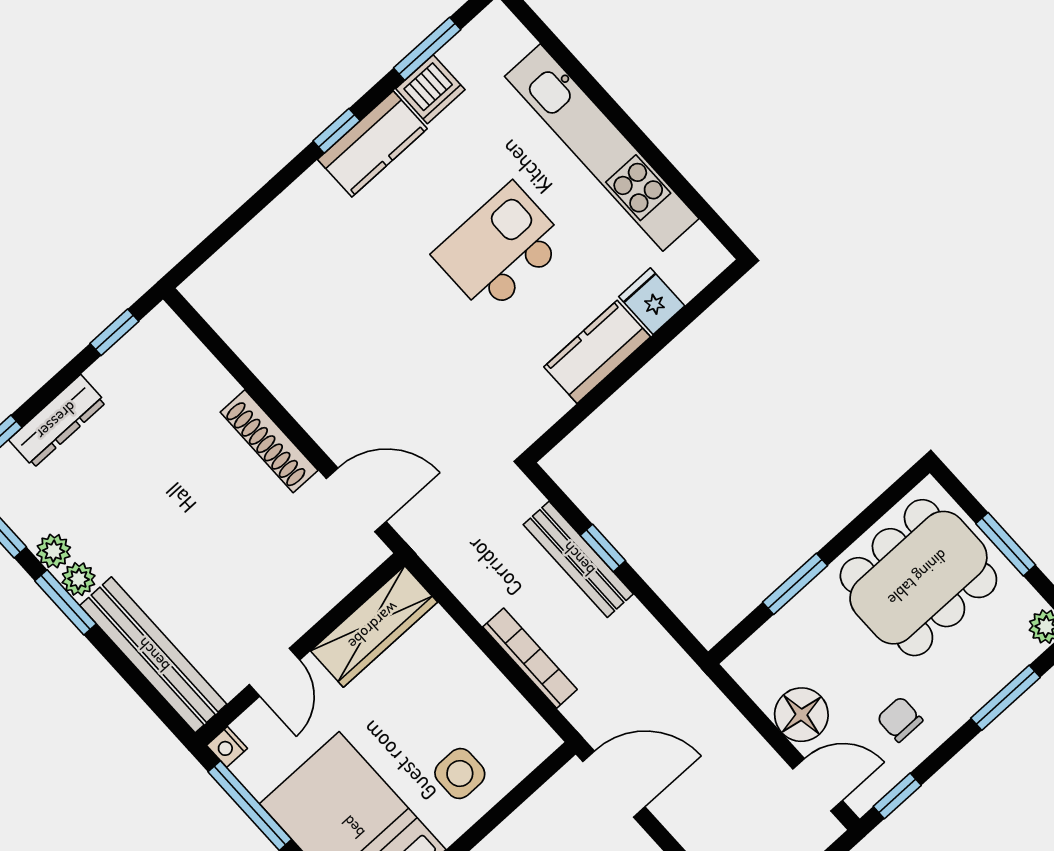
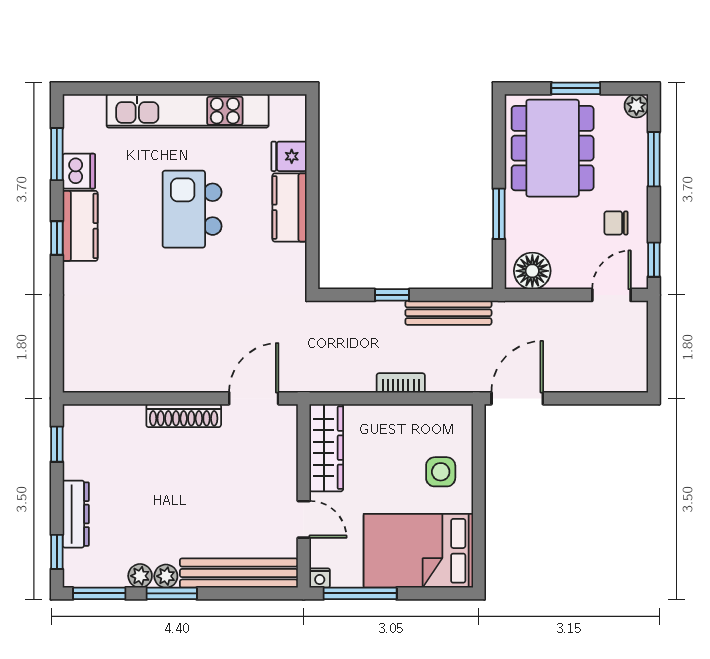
bench: (578, 559) -> (448, 313), moved
bookcase: (530, 658) -> (401, 383), width x0.64
floor lamp: (801, 715) -> (532, 271), moved

